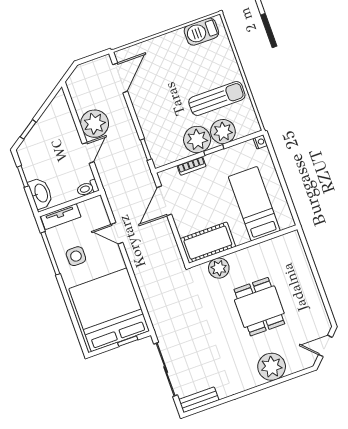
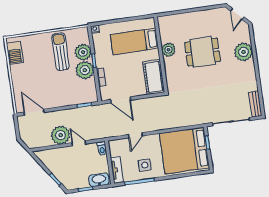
plant: (219, 268) -> (168, 50), moved

